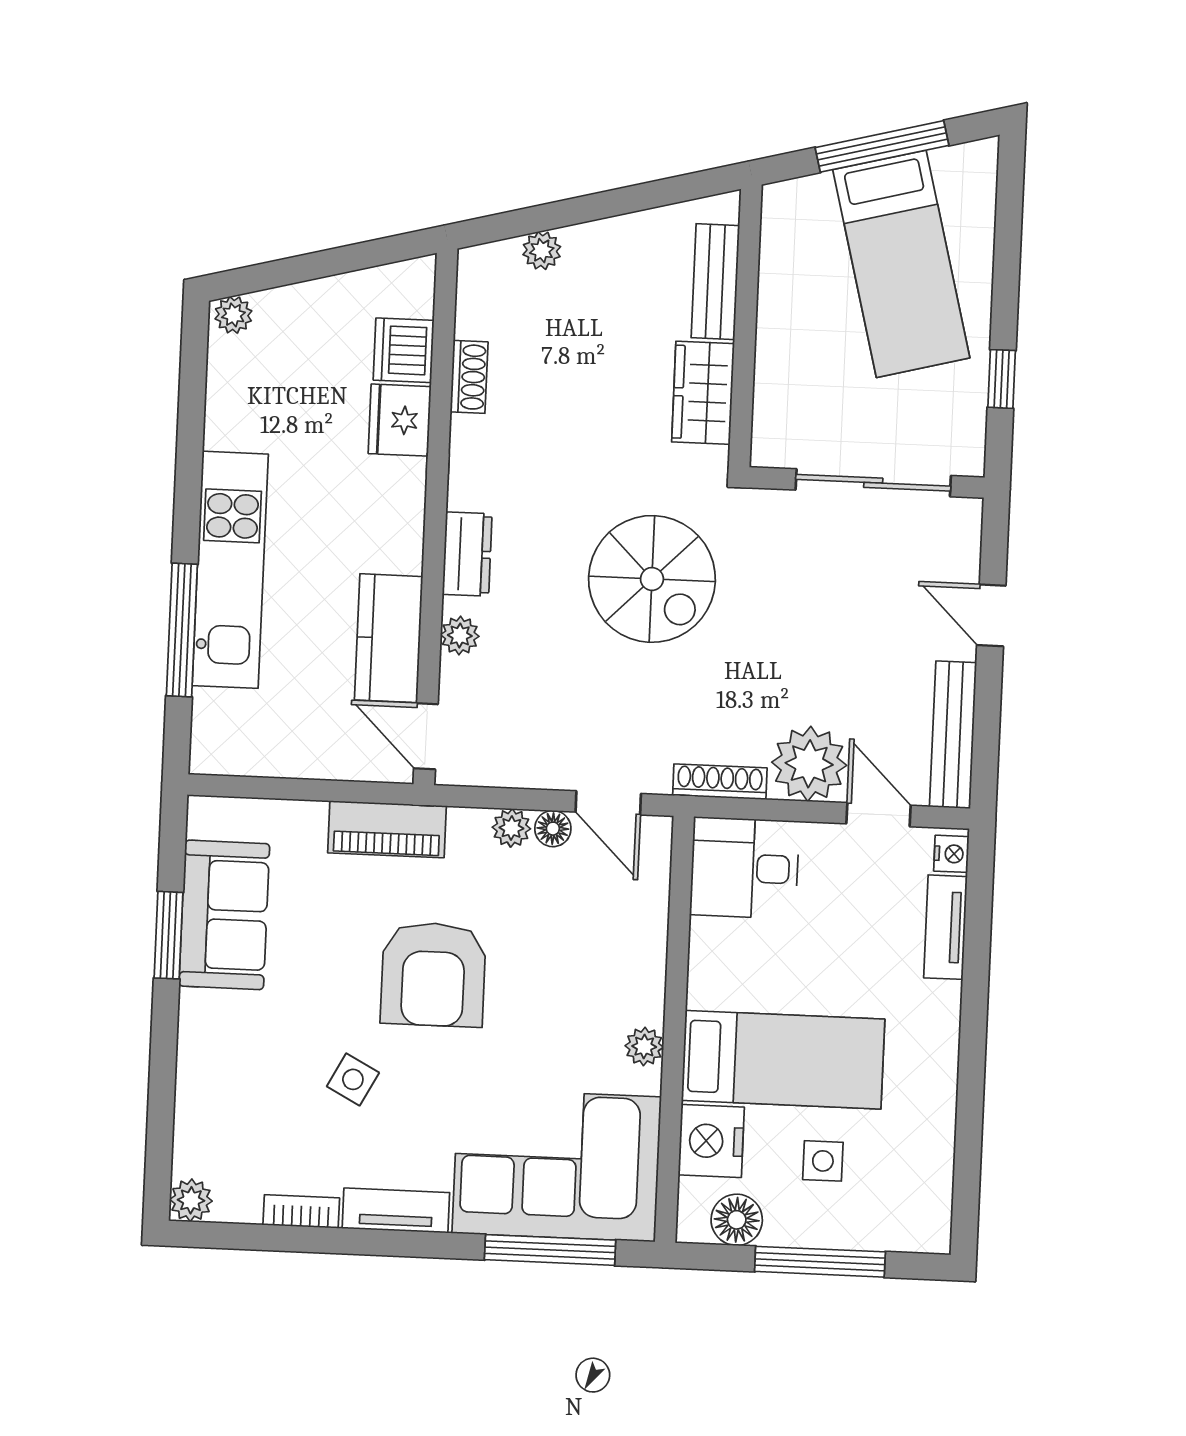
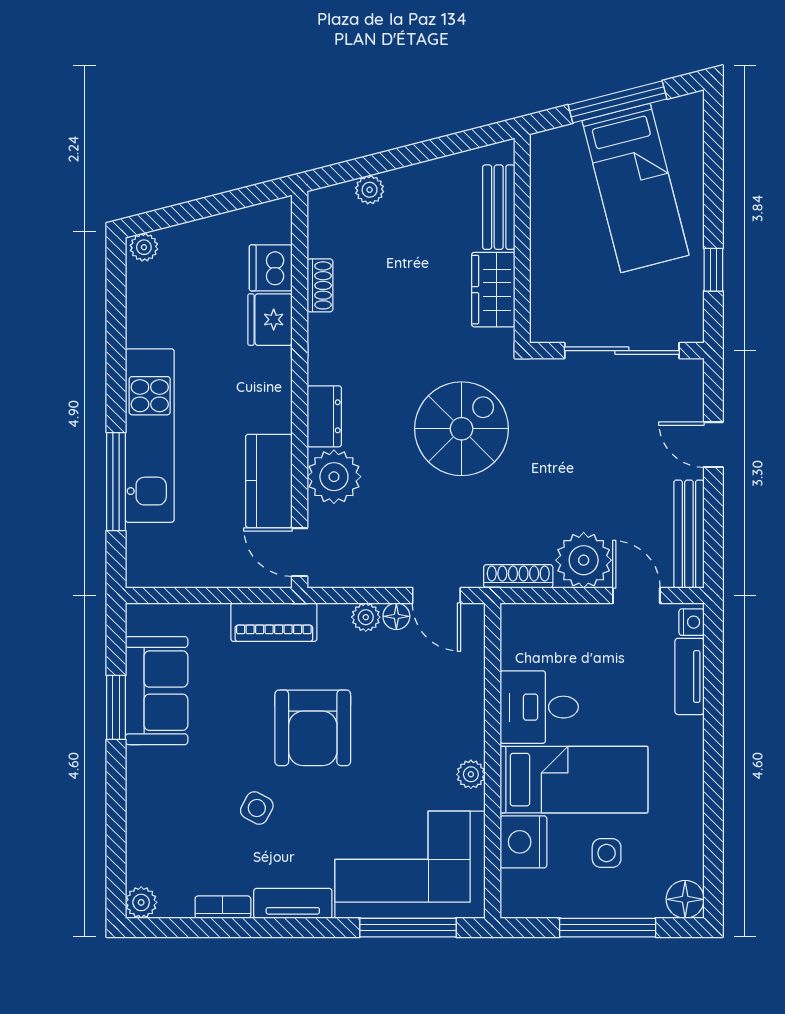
spiral stairs: (652, 579) -> (462, 429), turned -90
plant: (460, 635) -> (334, 477), width x1.88, depth x1.88
desk: (744, 868) -> (539, 707), moved
floor lamp: (737, 1220) -> (685, 899), moved

